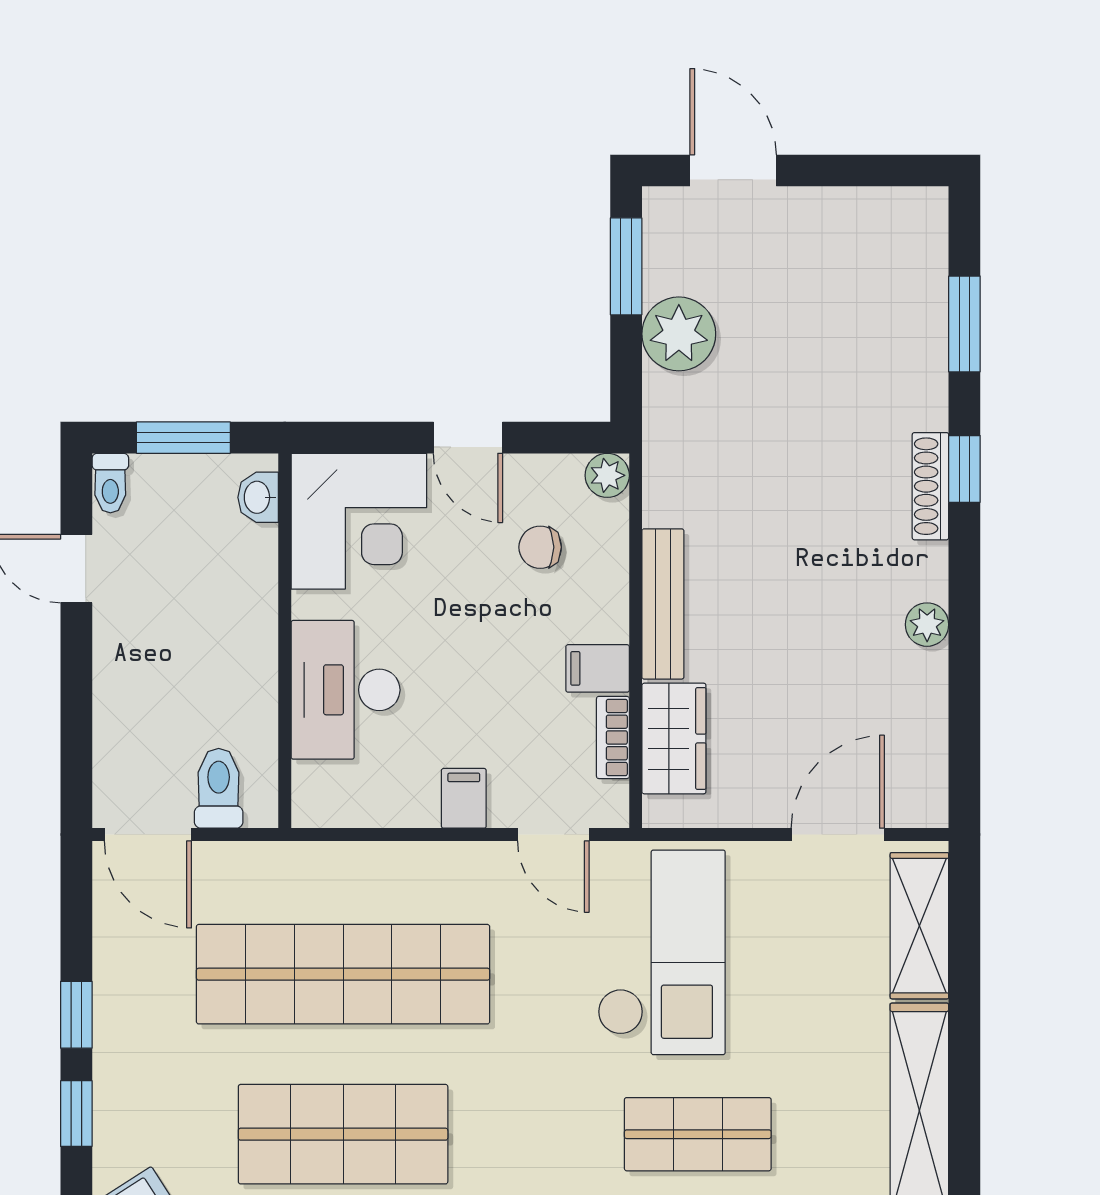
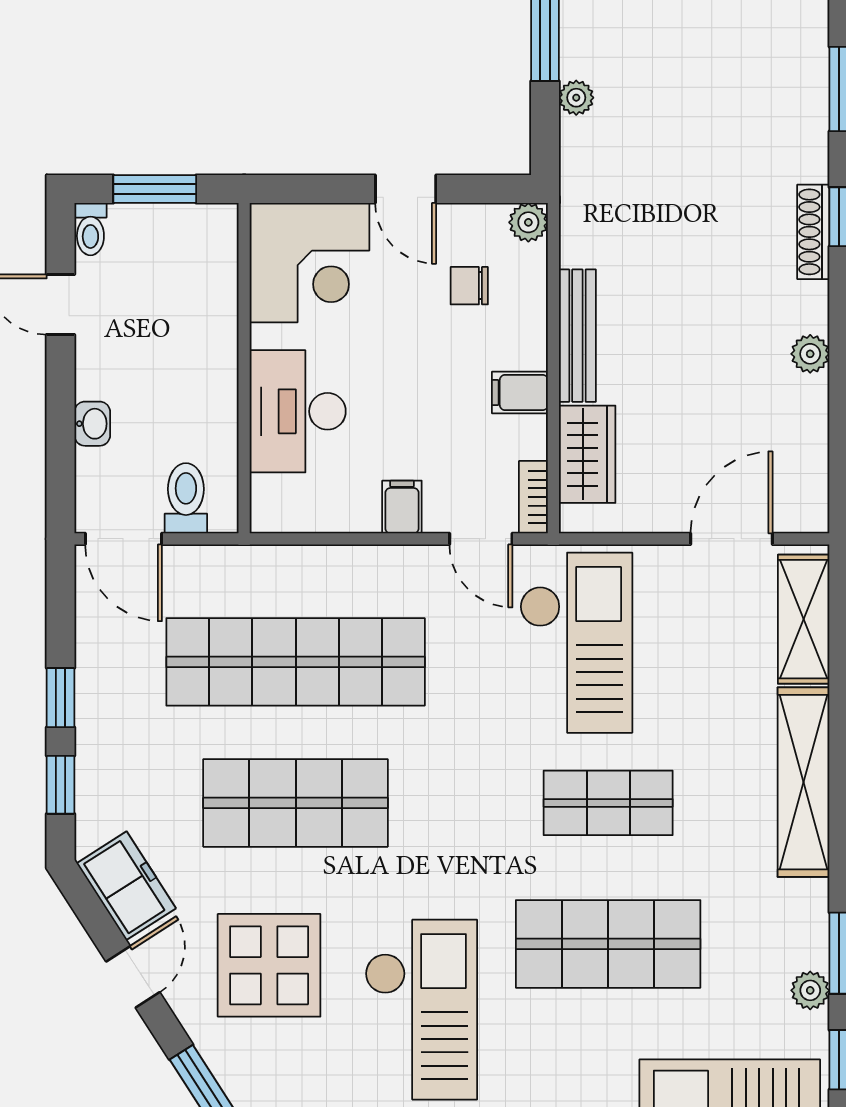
plant: (679, 334) -> (576, 98), width x0.53, depth x0.53
washbasin: (258, 497) -> (92, 424), moved, turned 180
bookcase: (613, 737) -> (533, 497), moved

